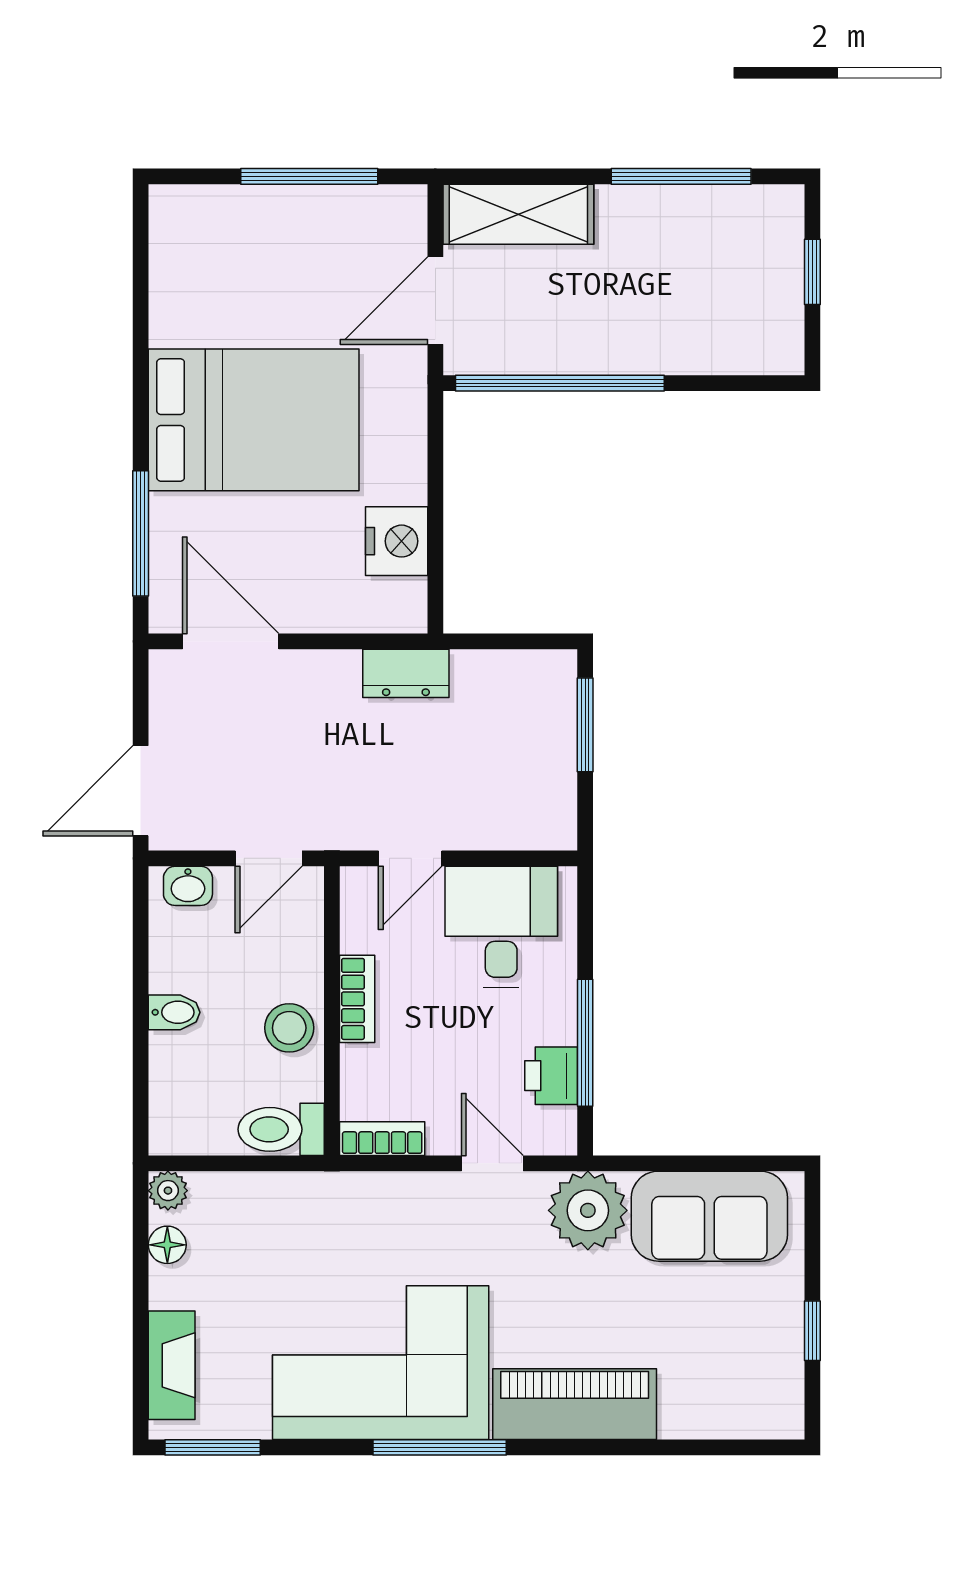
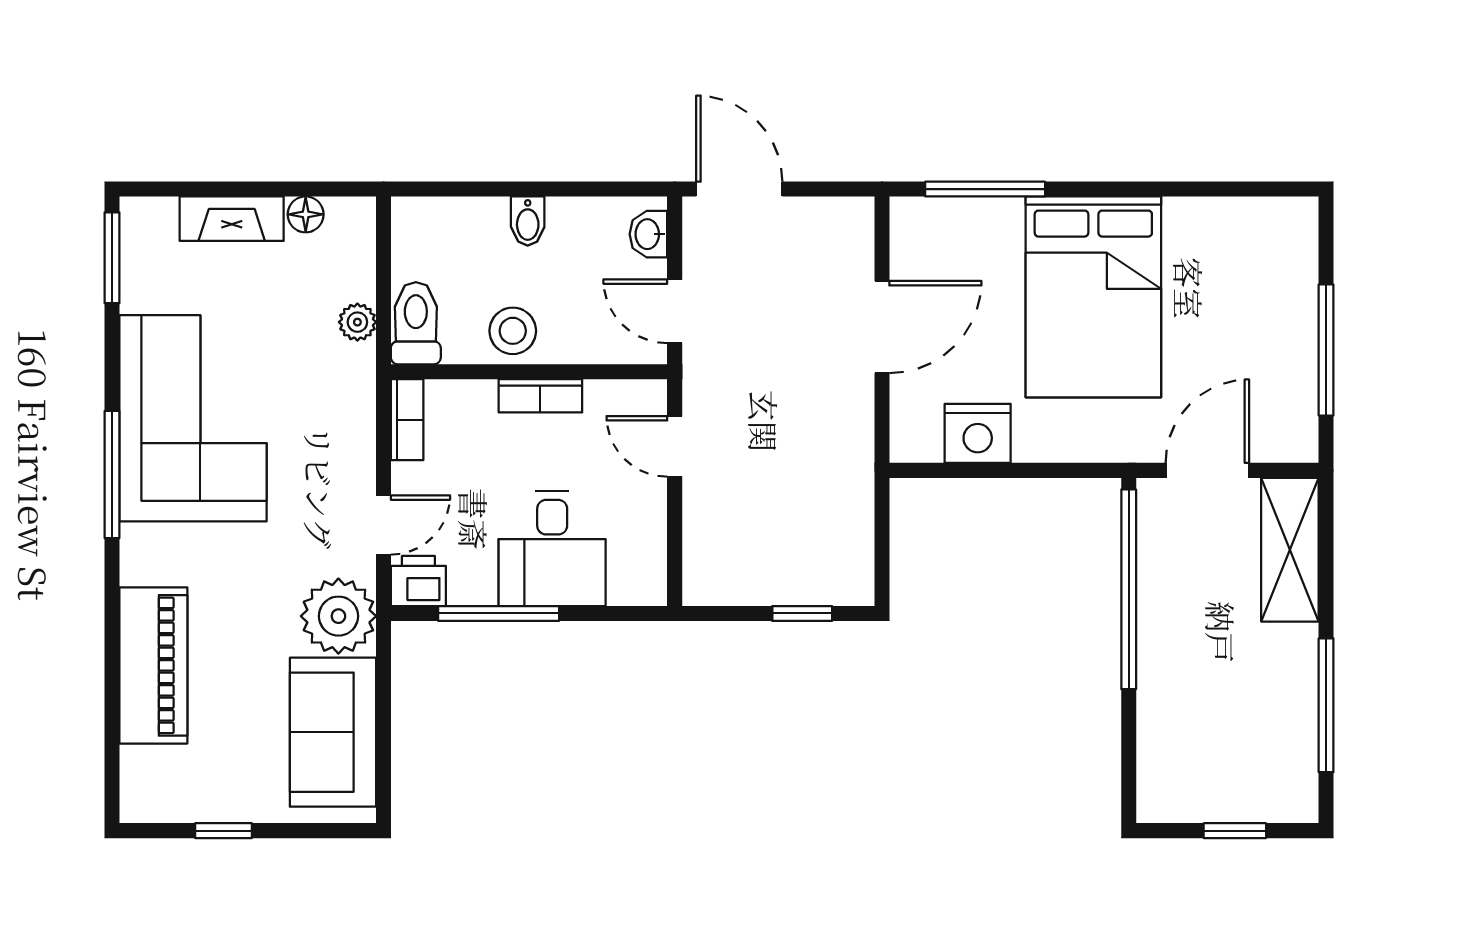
door: (435, 301) -> (1207, 470), hinge flipped
door: (231, 641) -> (882, 327), moved
dresser: (406, 673) -> (851, 442), removed
window: (585, 725) -> (802, 613), width x0.67
desk: (501, 927) -> (552, 548), moved, turned 90
printer: (551, 1076) -> (418, 581), moved
plant: (168, 1191) -> (357, 322), moved
fireplace: (172, 1365) -> (232, 219), moved
piano: (575, 1404) -> (153, 665), moved

